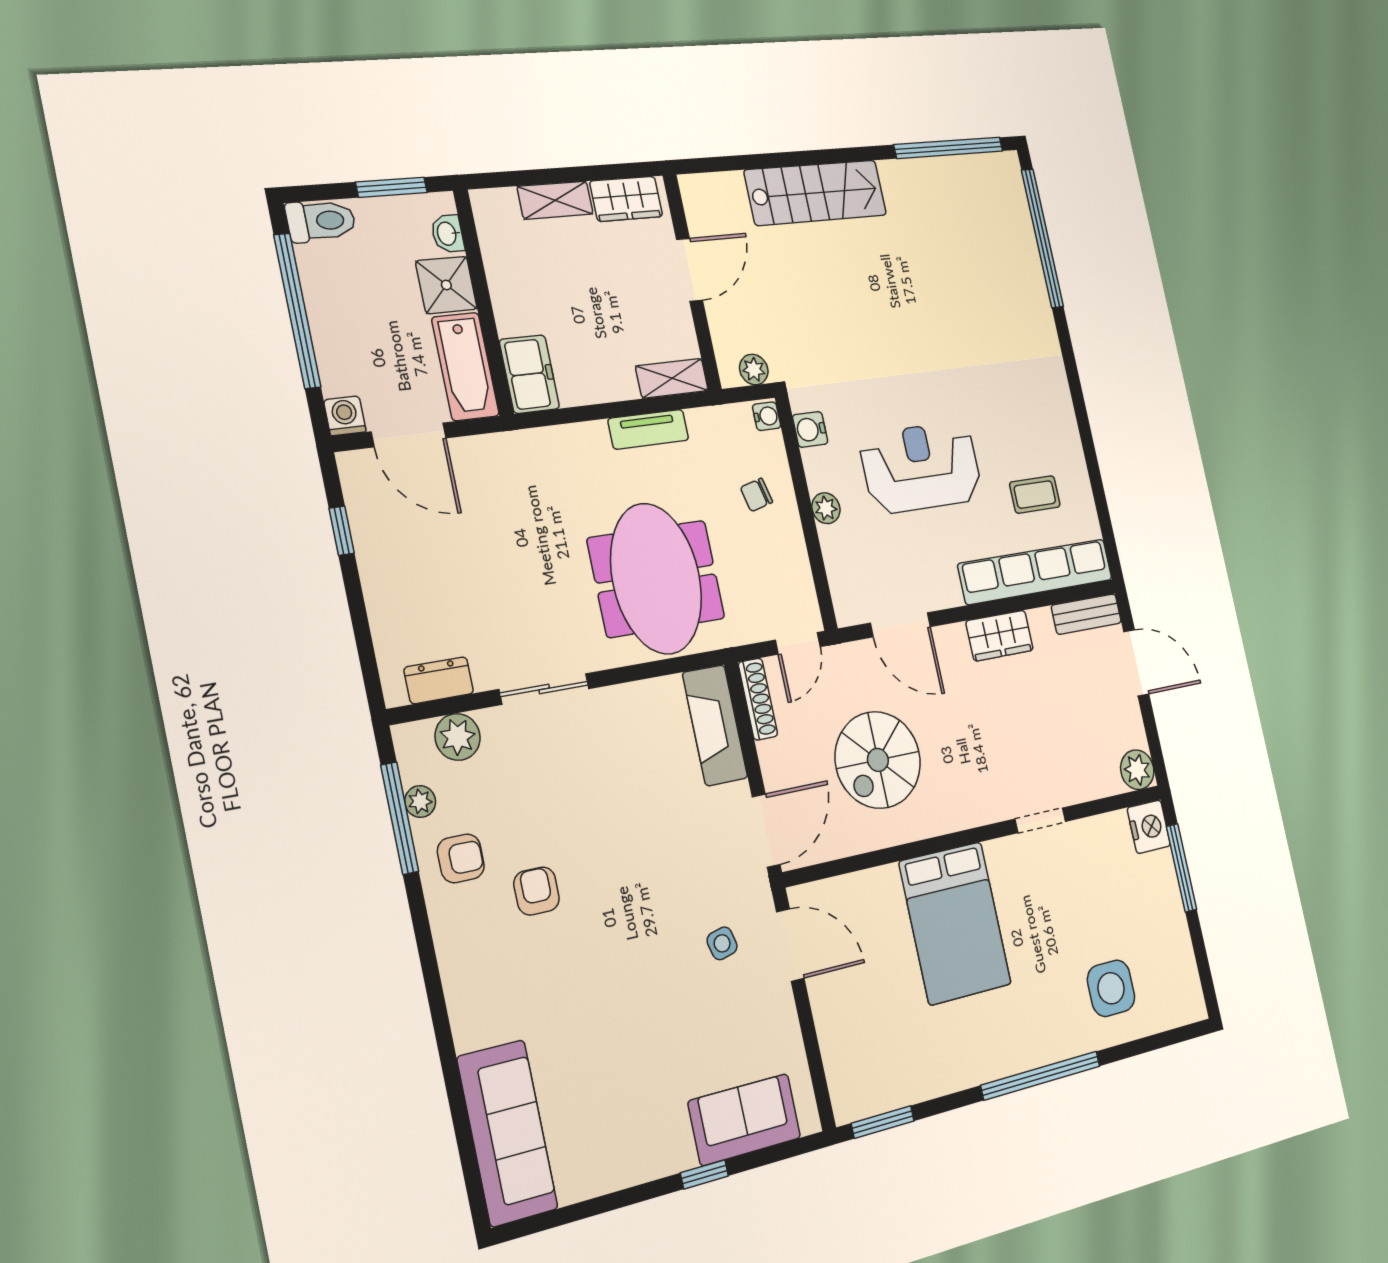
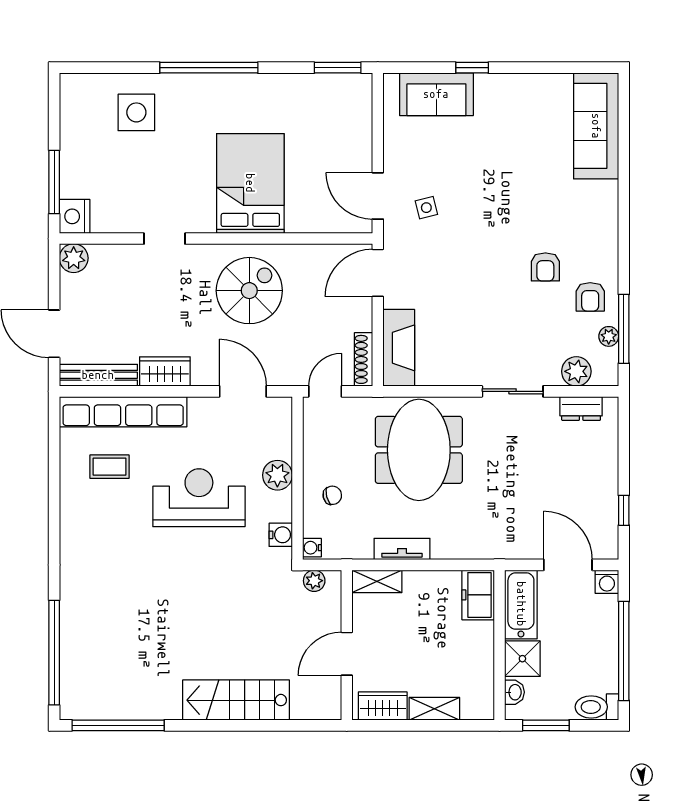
reception desk: (921, 467) -> (199, 498), turned 180
plant: (826, 508) -> (277, 475), width x1.38, depth x1.38
bench: (1086, 614) -> (98, 375), width x1.36
spiral stairs: (878, 760) -> (249, 291), moved
armchair: (461, 858) -> (590, 297), turned -90

